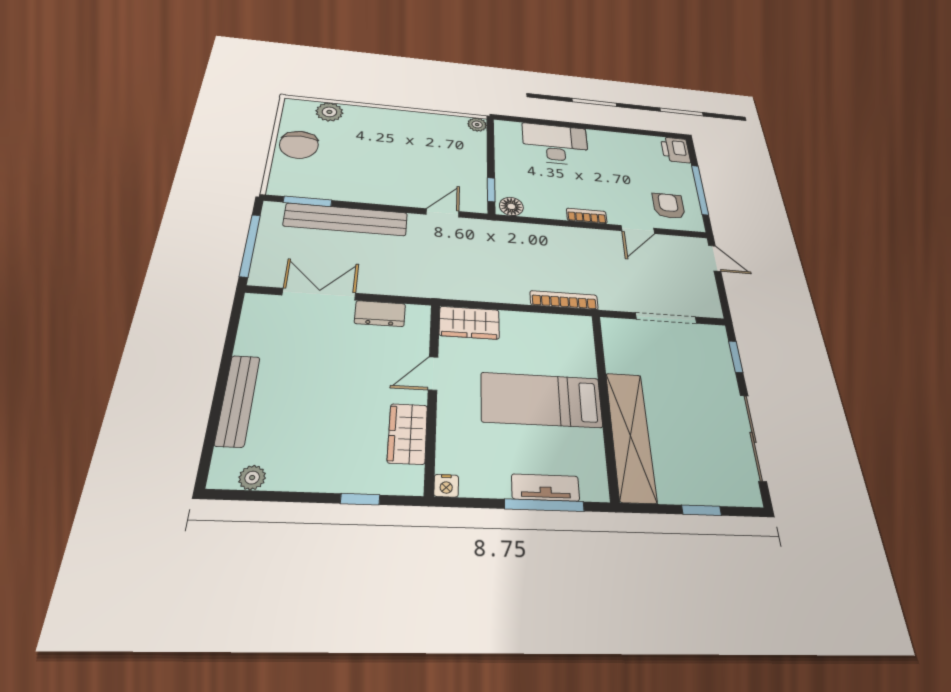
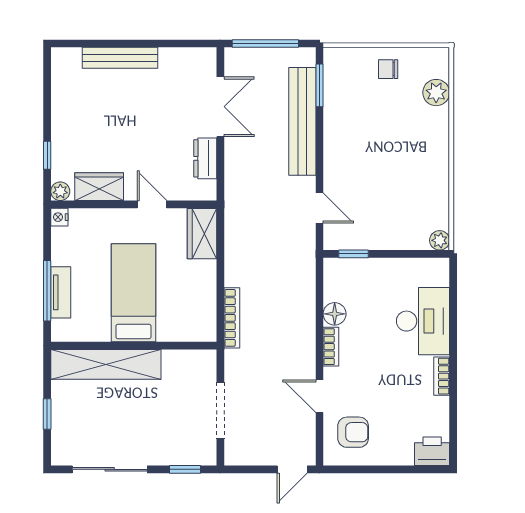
bookcase: (606, 136) -> (442, 376), added
chair: (299, 145) -> (388, 69), width x0.54, depth x0.54
window: (700, 190) -> (378, 469), removed
floor lamp: (511, 206) -> (335, 314), moved
plant: (252, 478) -> (60, 191), moved

